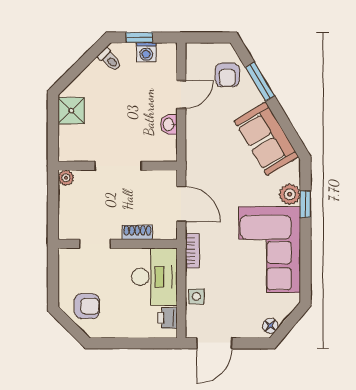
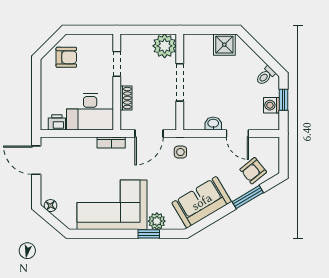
armchair: (227, 75) -> (253, 171), turned -39
plant: (66, 178) -> (165, 46), width x1.88, depth x1.88
side table: (196, 296) -> (180, 152), moved
armchair: (87, 306) -> (66, 57), turned -90

